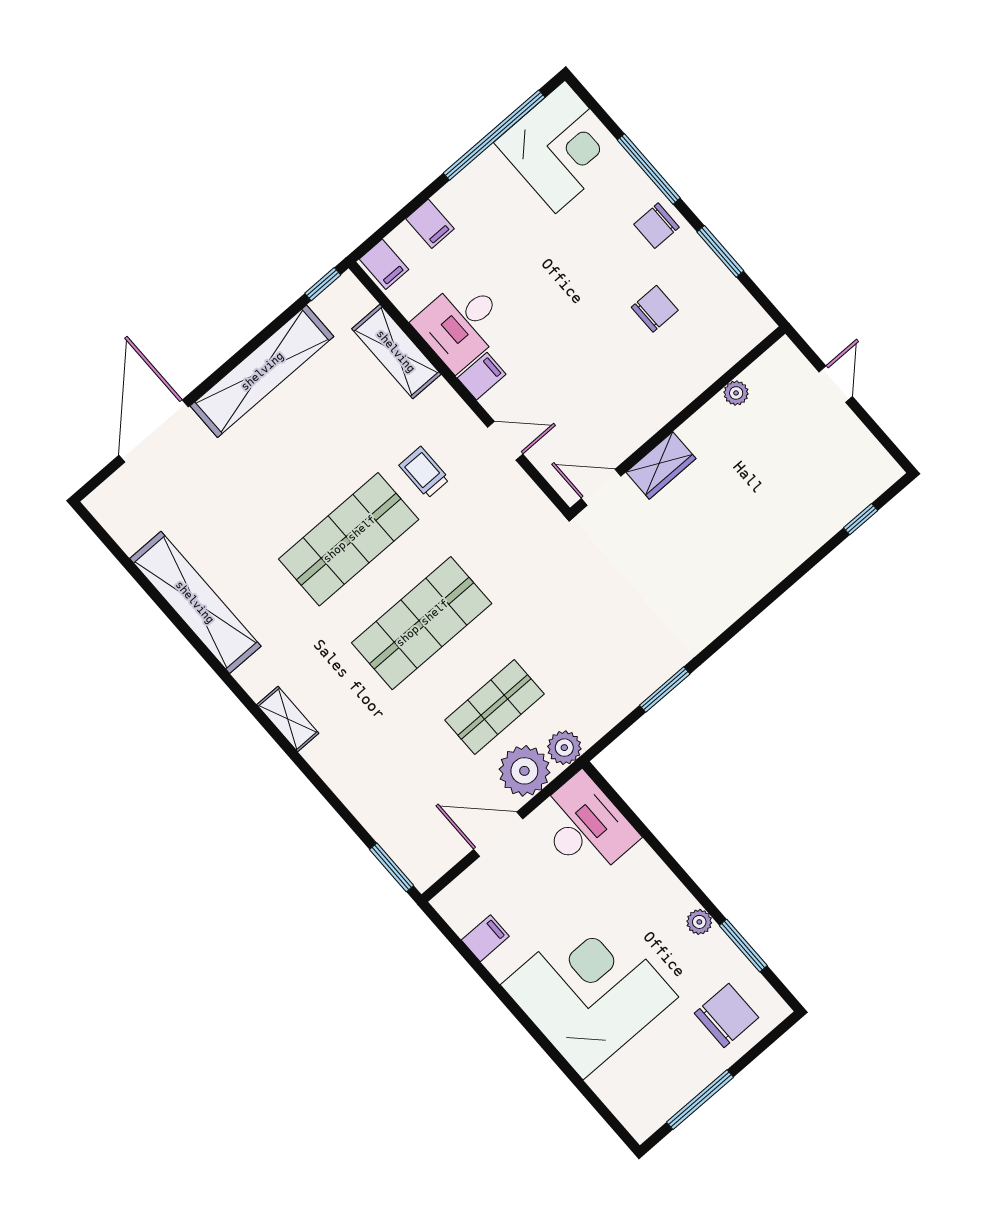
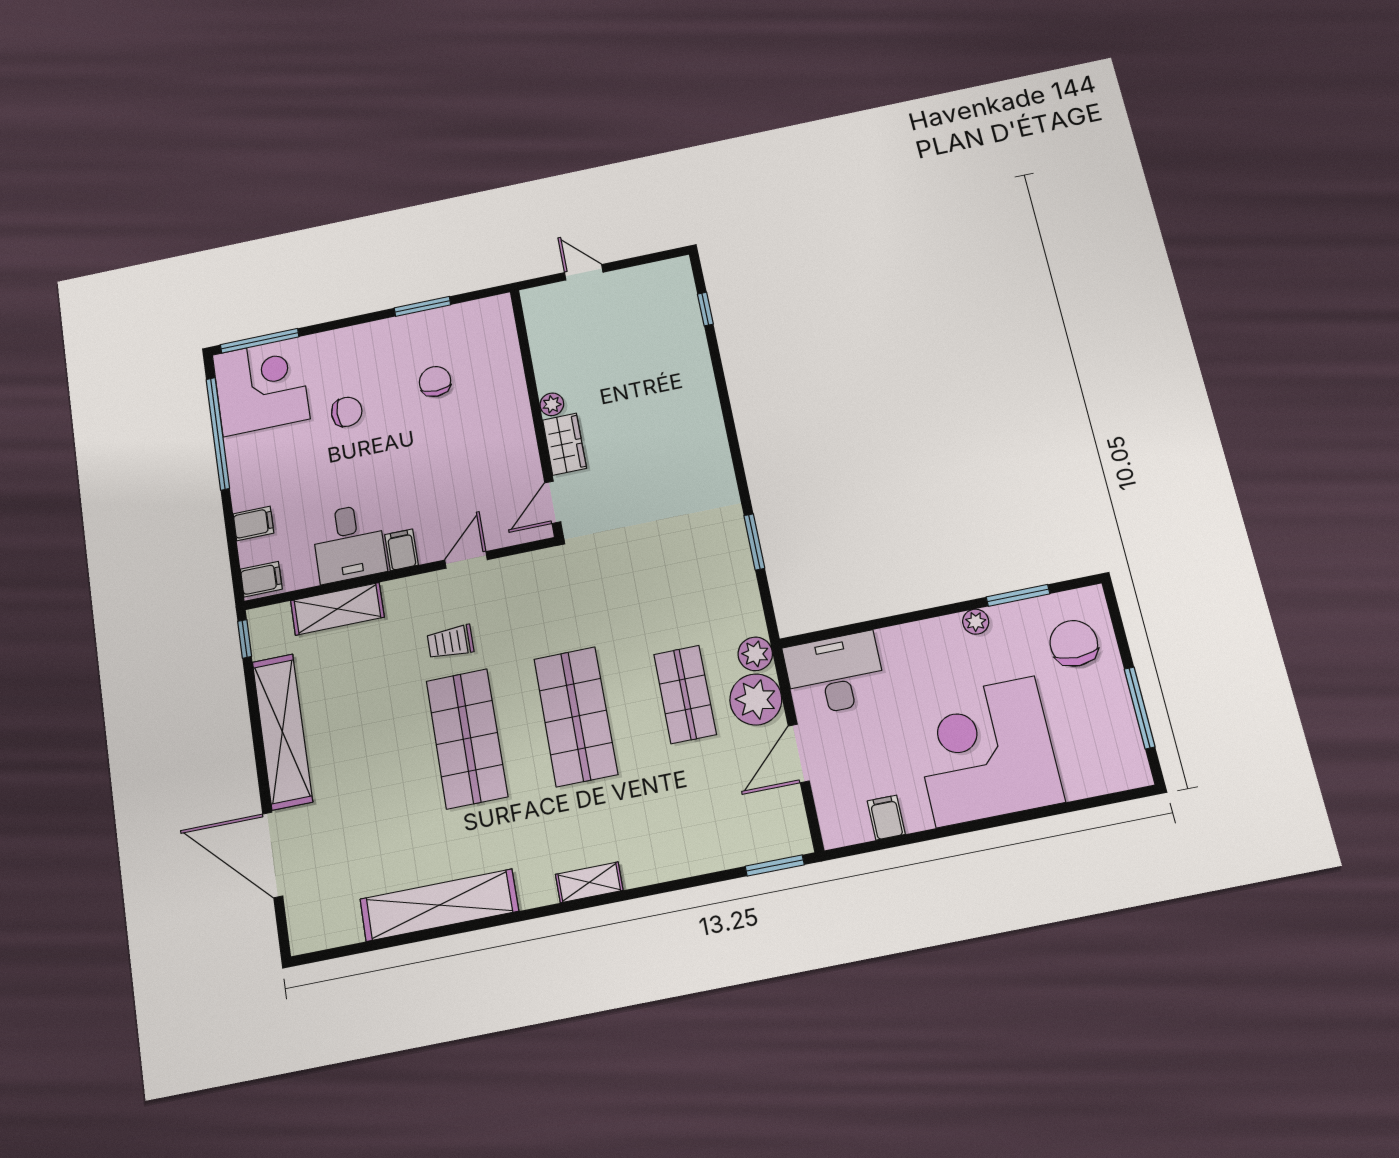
window: (649, 169) -> (260, 341), moved
chair: (657, 226) -> (347, 412), moved, turned -90
plant: (736, 393) -> (552, 404), moved

